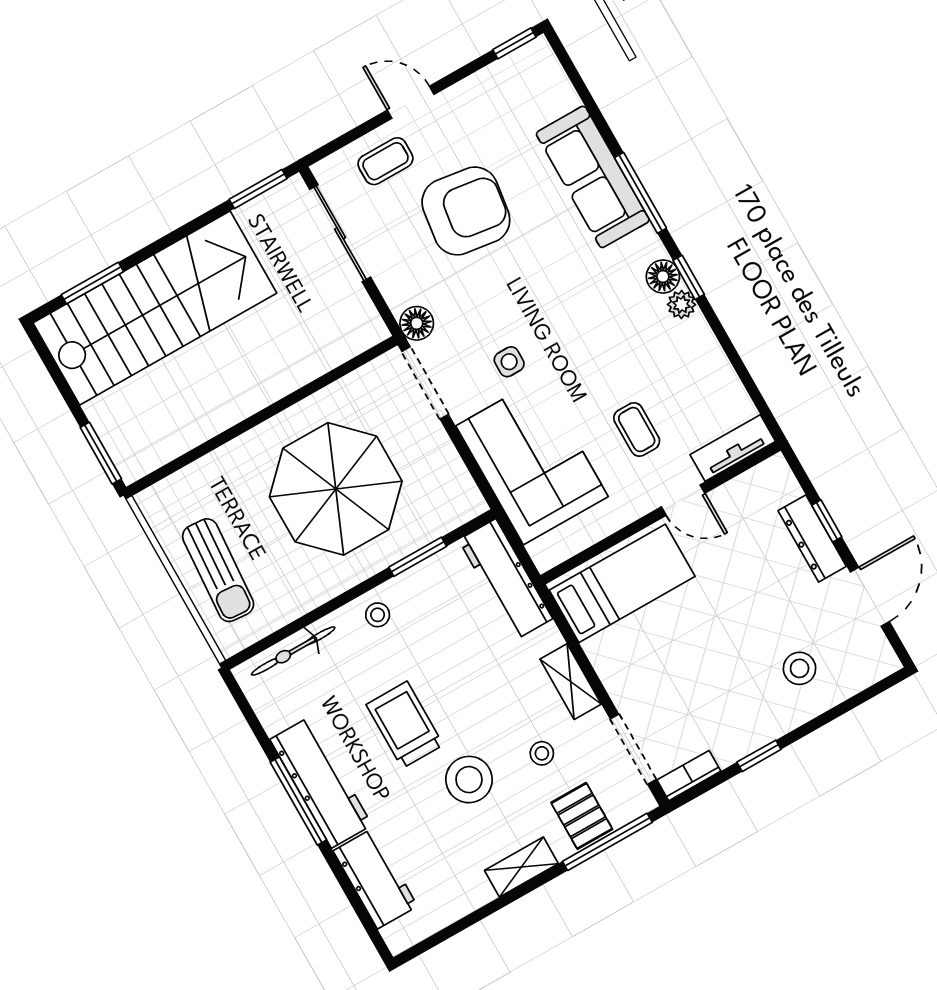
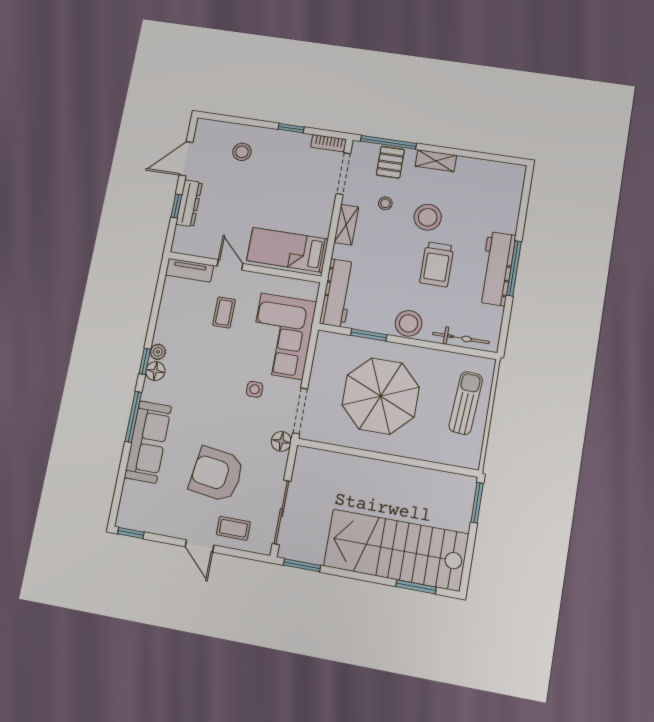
stool: (378, 615) -> (409, 323), width x1.89, depth x1.89
workbench: (375, 878) -> (507, 207), removed

